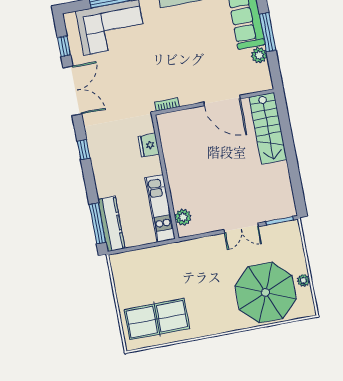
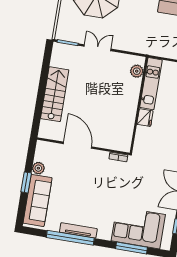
window: (268, 32) -> (26, 182), width x0.69
stairs: (268, 128) -> (55, 94), moved
fridge: (149, 145) -> (145, 118), moved

